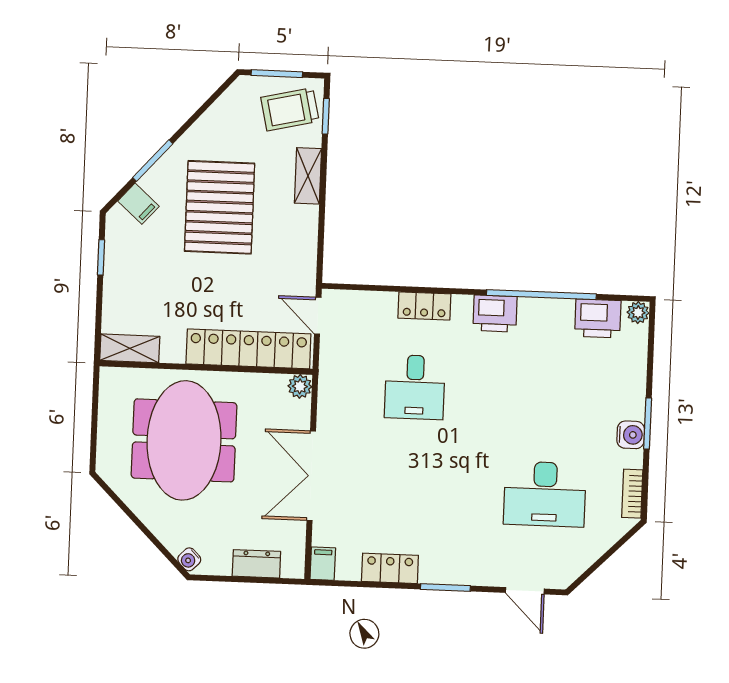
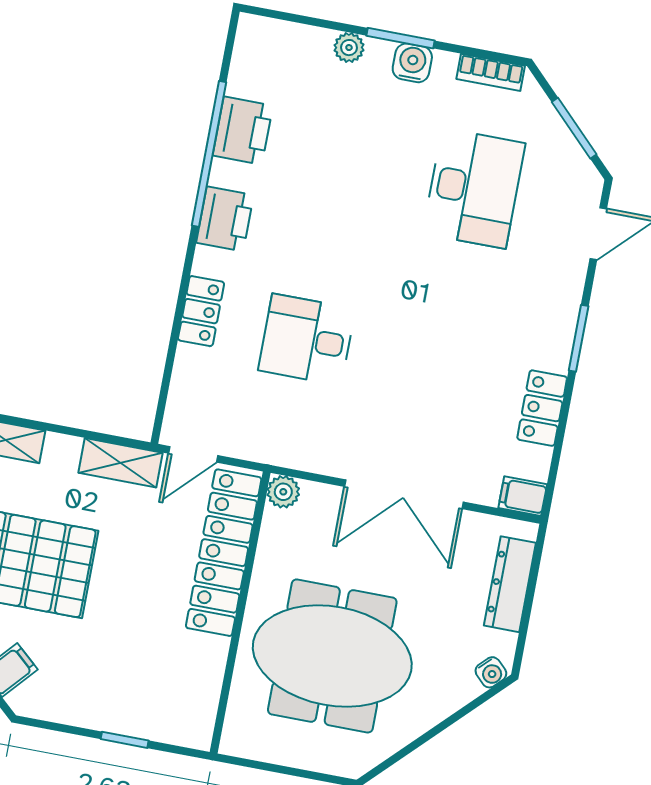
window: (101, 257) -> (125, 740), moved
plant: (638, 313) -> (349, 48), moved
printer: (598, 318) -> (243, 131), moved
shelving: (130, 348) -> (121, 463), moved, turned 90
desk: (415, 387) -> (307, 340), turned 180
window: (600, 561) -> (574, 128), added
dresser: (256, 564) -> (510, 584), width x1.44

